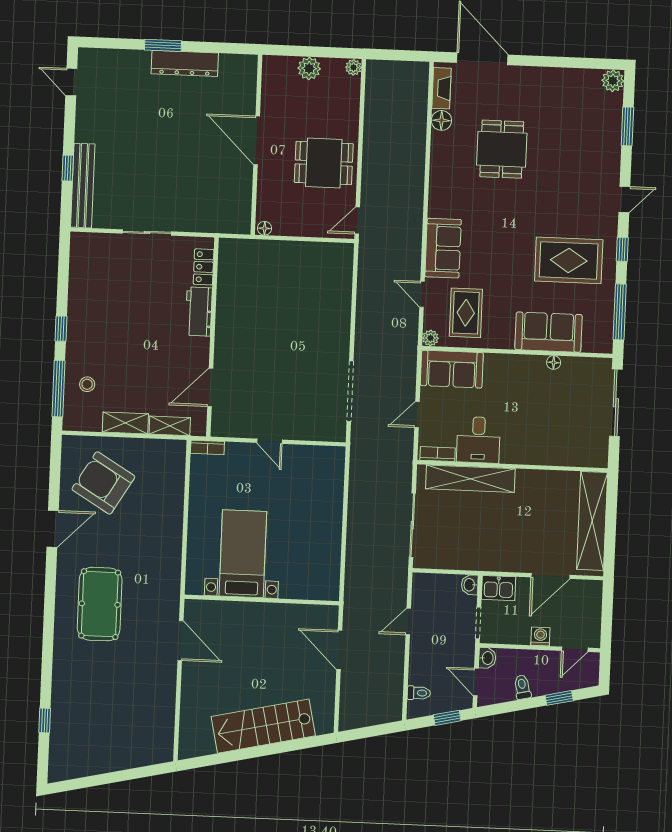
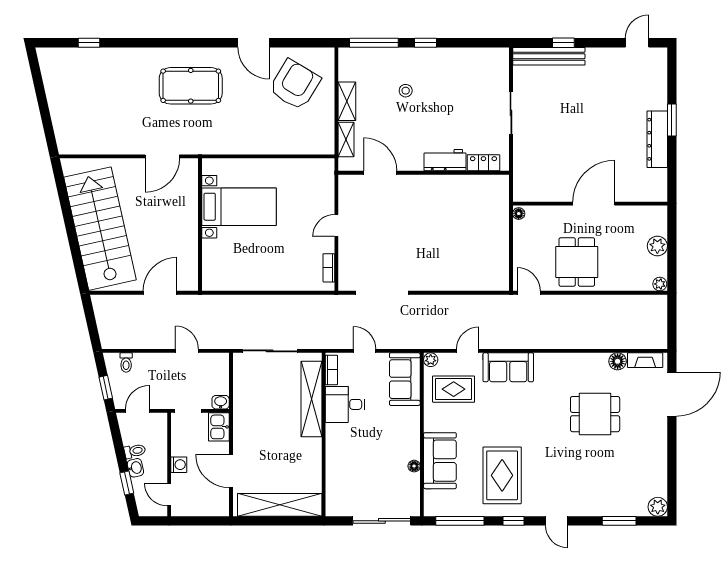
stool: (87, 384) -> (406, 91), moved
bookcase: (207, 447) -> (329, 268), moved
washbasin: (487, 658) -> (135, 468), moved, turned -102
stairs: (263, 726) -> (100, 229), width x1.36, depth x1.51

